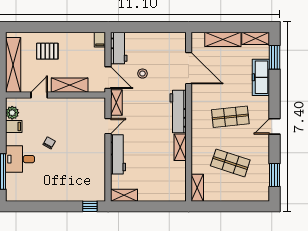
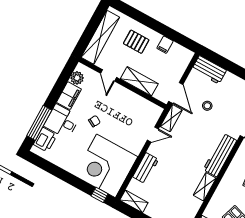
filing cabinet: (100, 40) -> (165, 45), moved
workbench: (119, 48) -> (209, 70), moved, turned 90
door: (39, 95) -> (109, 75), swing flipped
filing cabinet: (14, 126) -> (69, 96), width x2.00
workbench: (118, 154) -> (146, 168), width x0.73
corner desk: (81, 177) -> (106, 166), added
printer: (14, 184) -> (45, 140), added

